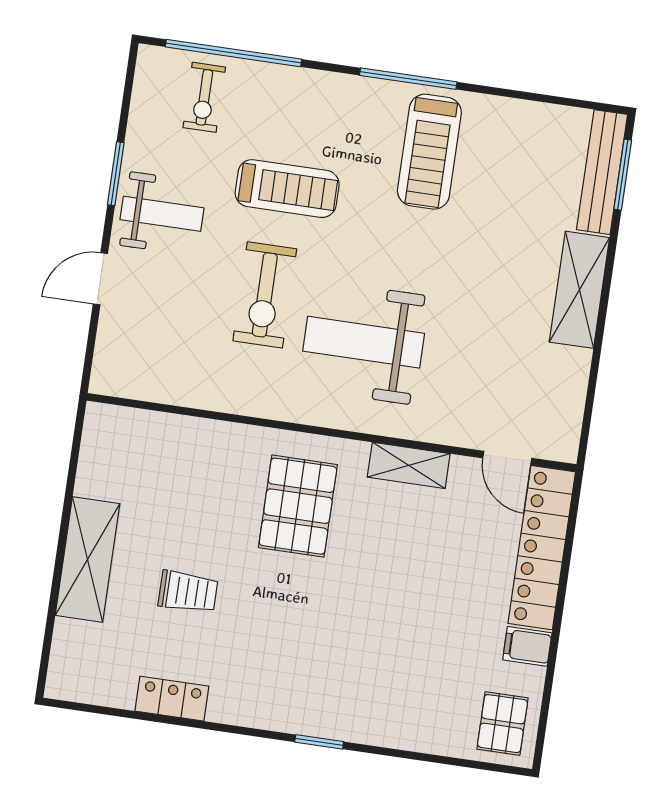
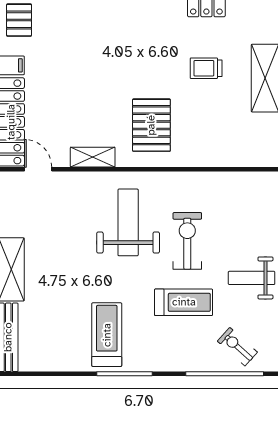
exercise bike: (204, 97) -> (237, 347), turned -48
treadmill: (287, 189) -> (184, 302), turned 180
weight bench: (364, 342) -> (128, 222), turned -90

